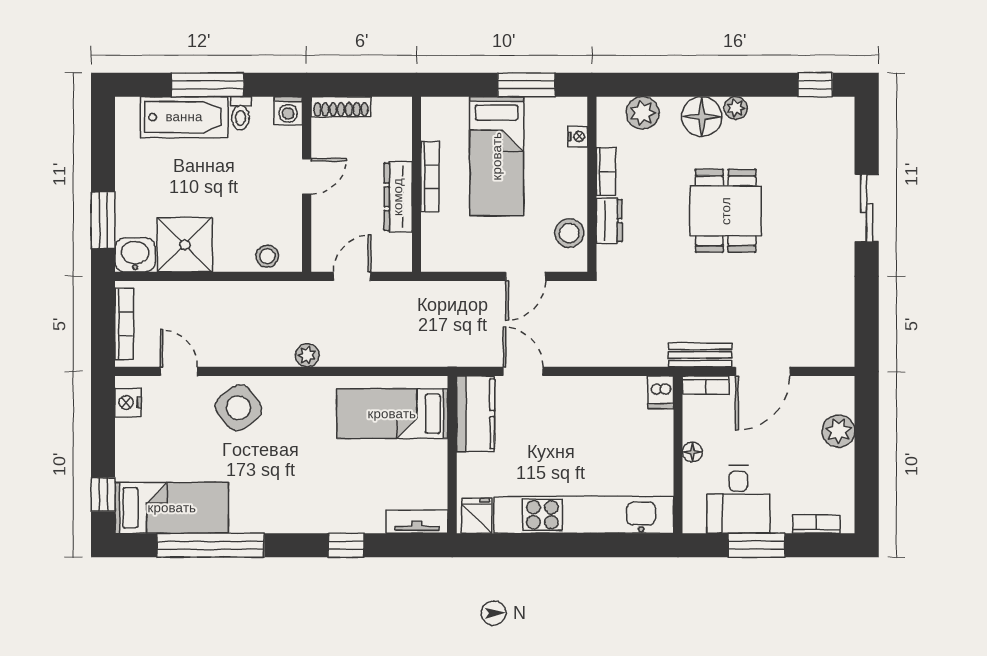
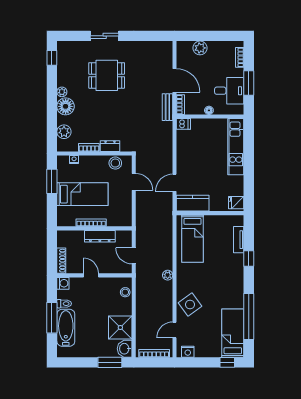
dining table: (726, 211) -> (107, 75), moved
kitchen unit: (584, 515) -> (236, 147), width x0.73
tv unit: (417, 522) -> (239, 240), moved

